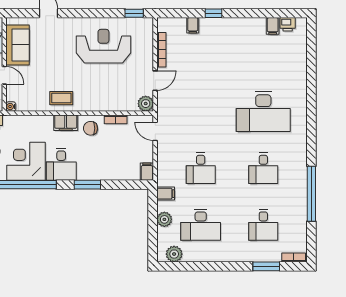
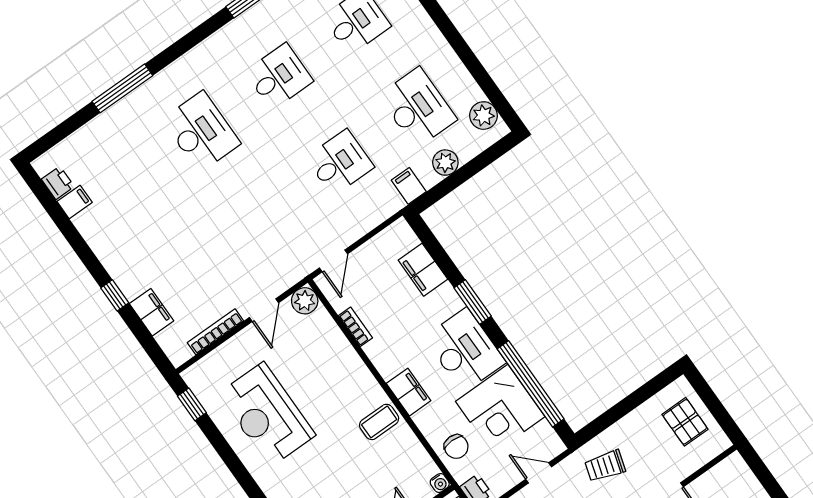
filing cabinet: (193, 25) -> (152, 312), width x2.00
door: (155, 81) -> (264, 310), swing flipped
window: (311, 88) -> (122, 88), added
coffee table: (61, 98) -> (379, 422), turned 90
desk: (263, 112) -> (201, 132), width x0.73, depth x0.77
chair: (90, 128) -> (456, 447), moved
desk: (61, 164) -> (465, 350), width x1.37
filing cabinet: (147, 172) -> (423, 270), moved, width x2.00

